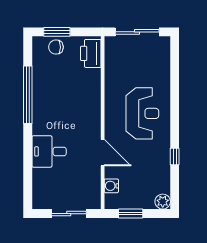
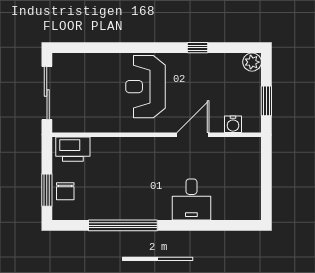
reception desk: (142, 113) -> (145, 87), turned -90
sliding door: (69, 214) -> (266, 176), removed

